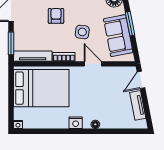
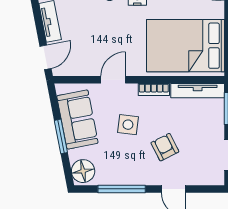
armchair: (56, 16) -> (165, 147), turned 153
door: (93, 64) -> (113, 80), swing flipped

